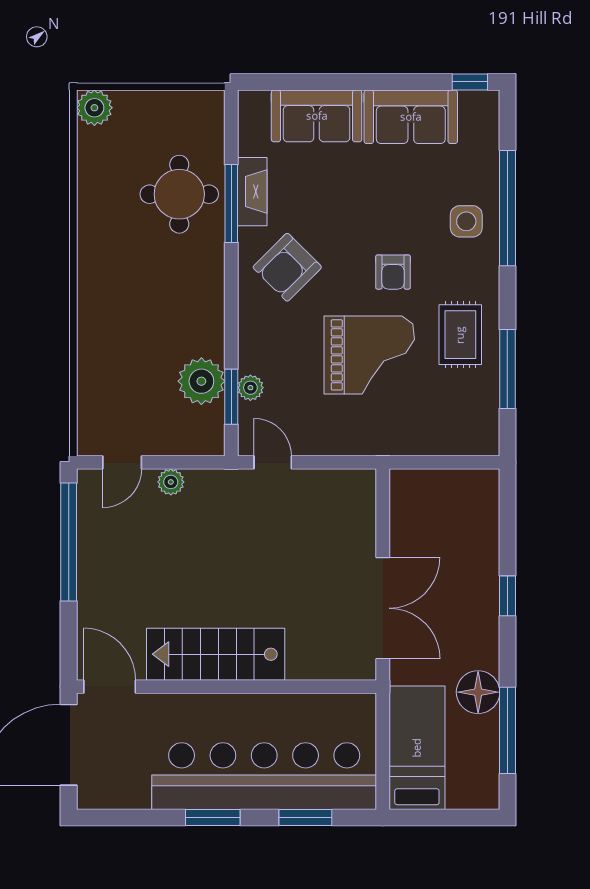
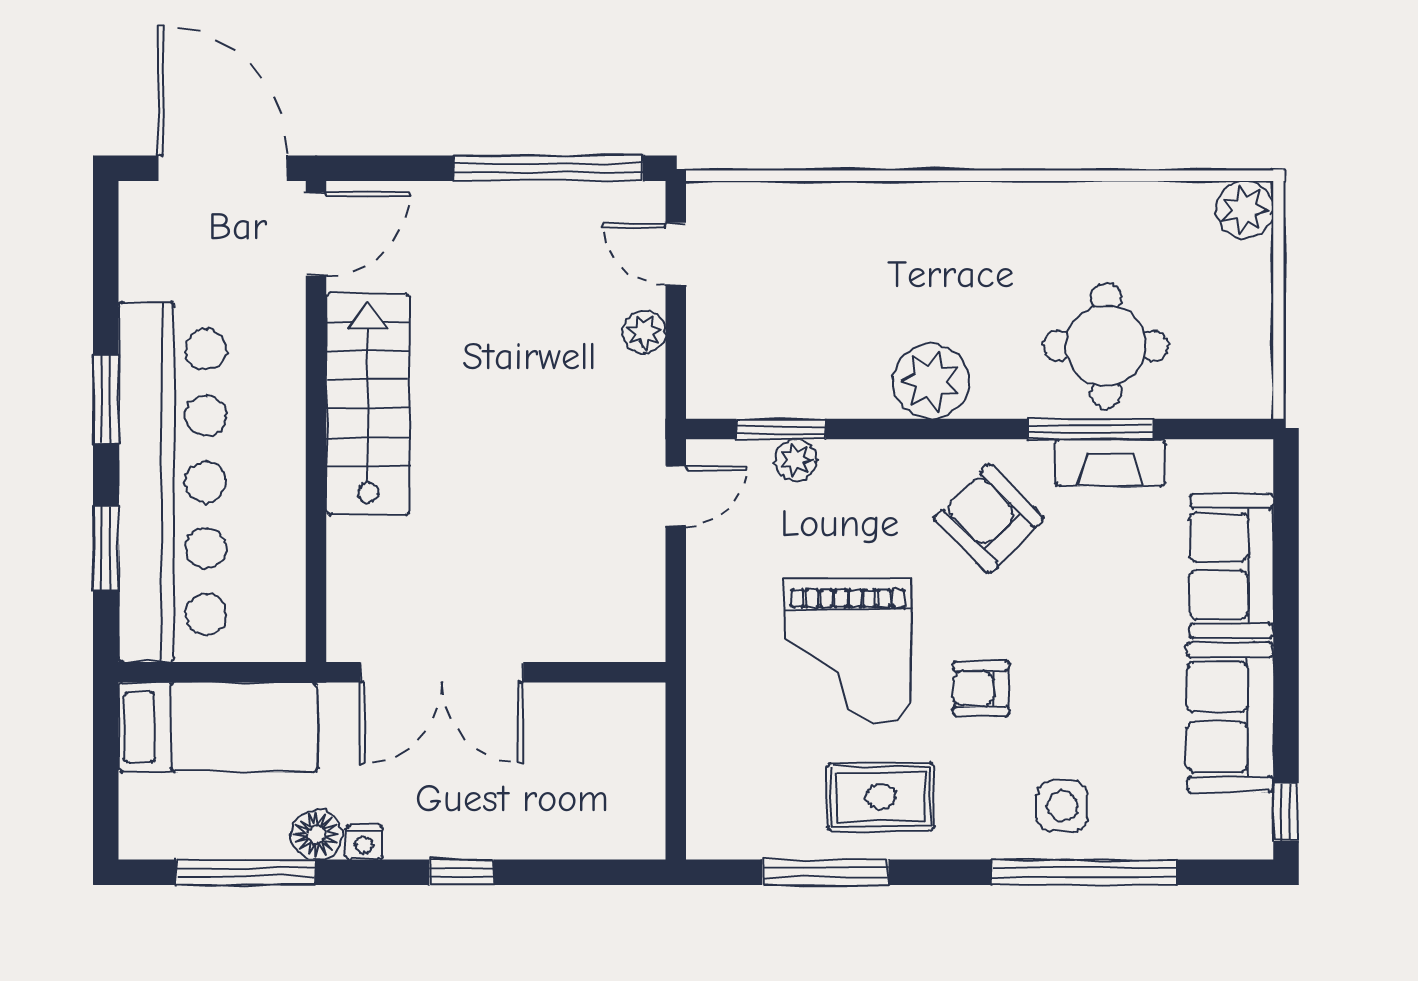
plant: (201, 381) -> (931, 381), moved
nightstand: (489, 657) -> (364, 842), added
floor lamp: (478, 692) -> (316, 834), width x0.73, depth x0.73

